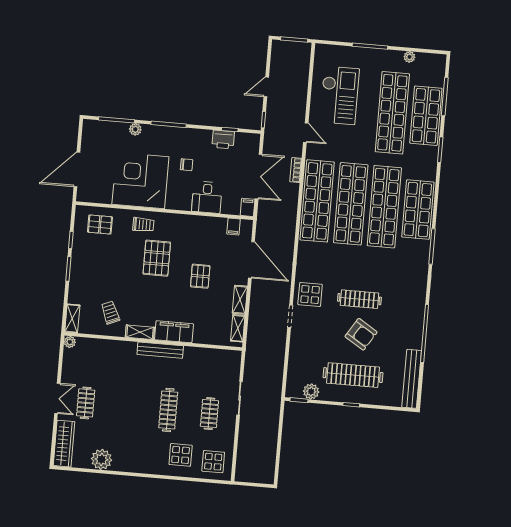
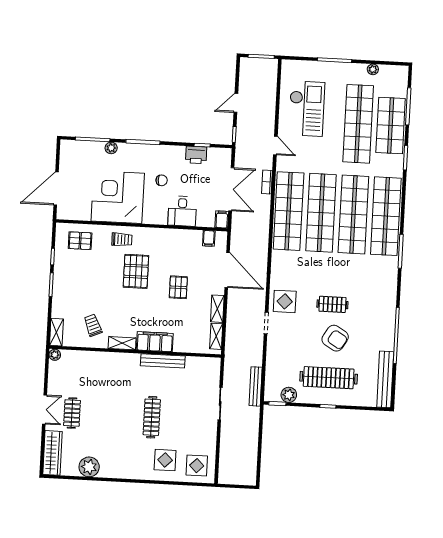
shop shelf: (418, 210) -> (386, 216), width x1.40
clothes rail: (359, 299) -> (332, 304), width x0.73
bench: (160, 350) -> (163, 361), moved
bench: (277, 382) -> (256, 386), added
clothes rail: (209, 414) -> (192, 419), removed

